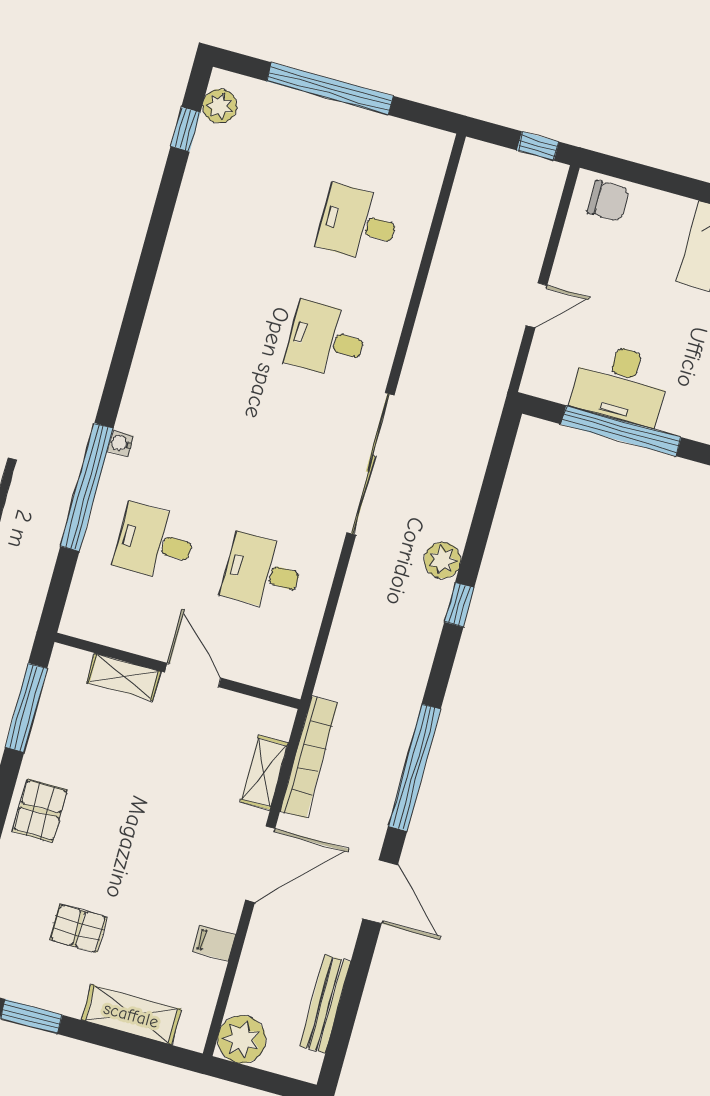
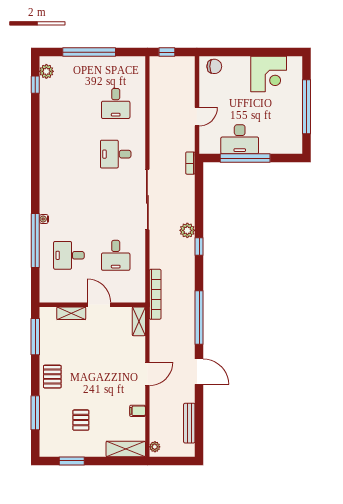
window: (538, 146) -> (167, 52), moved
desk: (358, 224) -> (116, 104), turned -90
bookcase: (492, 408) -> (190, 163), added
desk: (262, 572) -> (116, 255), turned -90
bookcase: (309, 757) -> (155, 294), moved
shelving: (264, 772) -> (139, 321), moved
door: (260, 864) -> (147, 374), width x0.73
pallet: (78, 928) -> (81, 420), turned 90
shelving: (131, 1015) -> (126, 449), moved
plant: (242, 1039) -> (155, 447), width x0.53, depth x0.53

